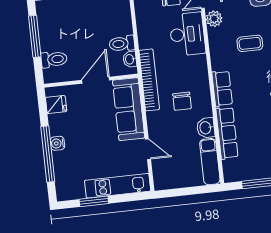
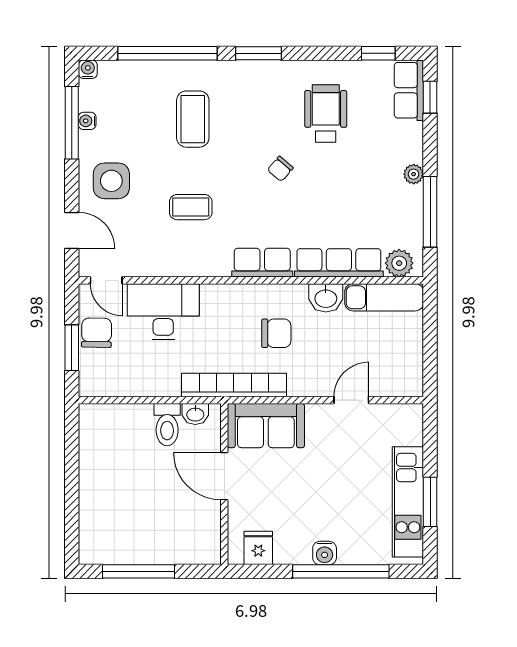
plant: (214, 19) -> (399, 263), moved
coffee table: (250, 43) -> (191, 207), turned 90
toilet: (54, 59) -> (181, 543), removed
sofa: (129, 109) -> (266, 426), width x0.73
kitchen unit: (118, 186) -> (408, 502), moved

